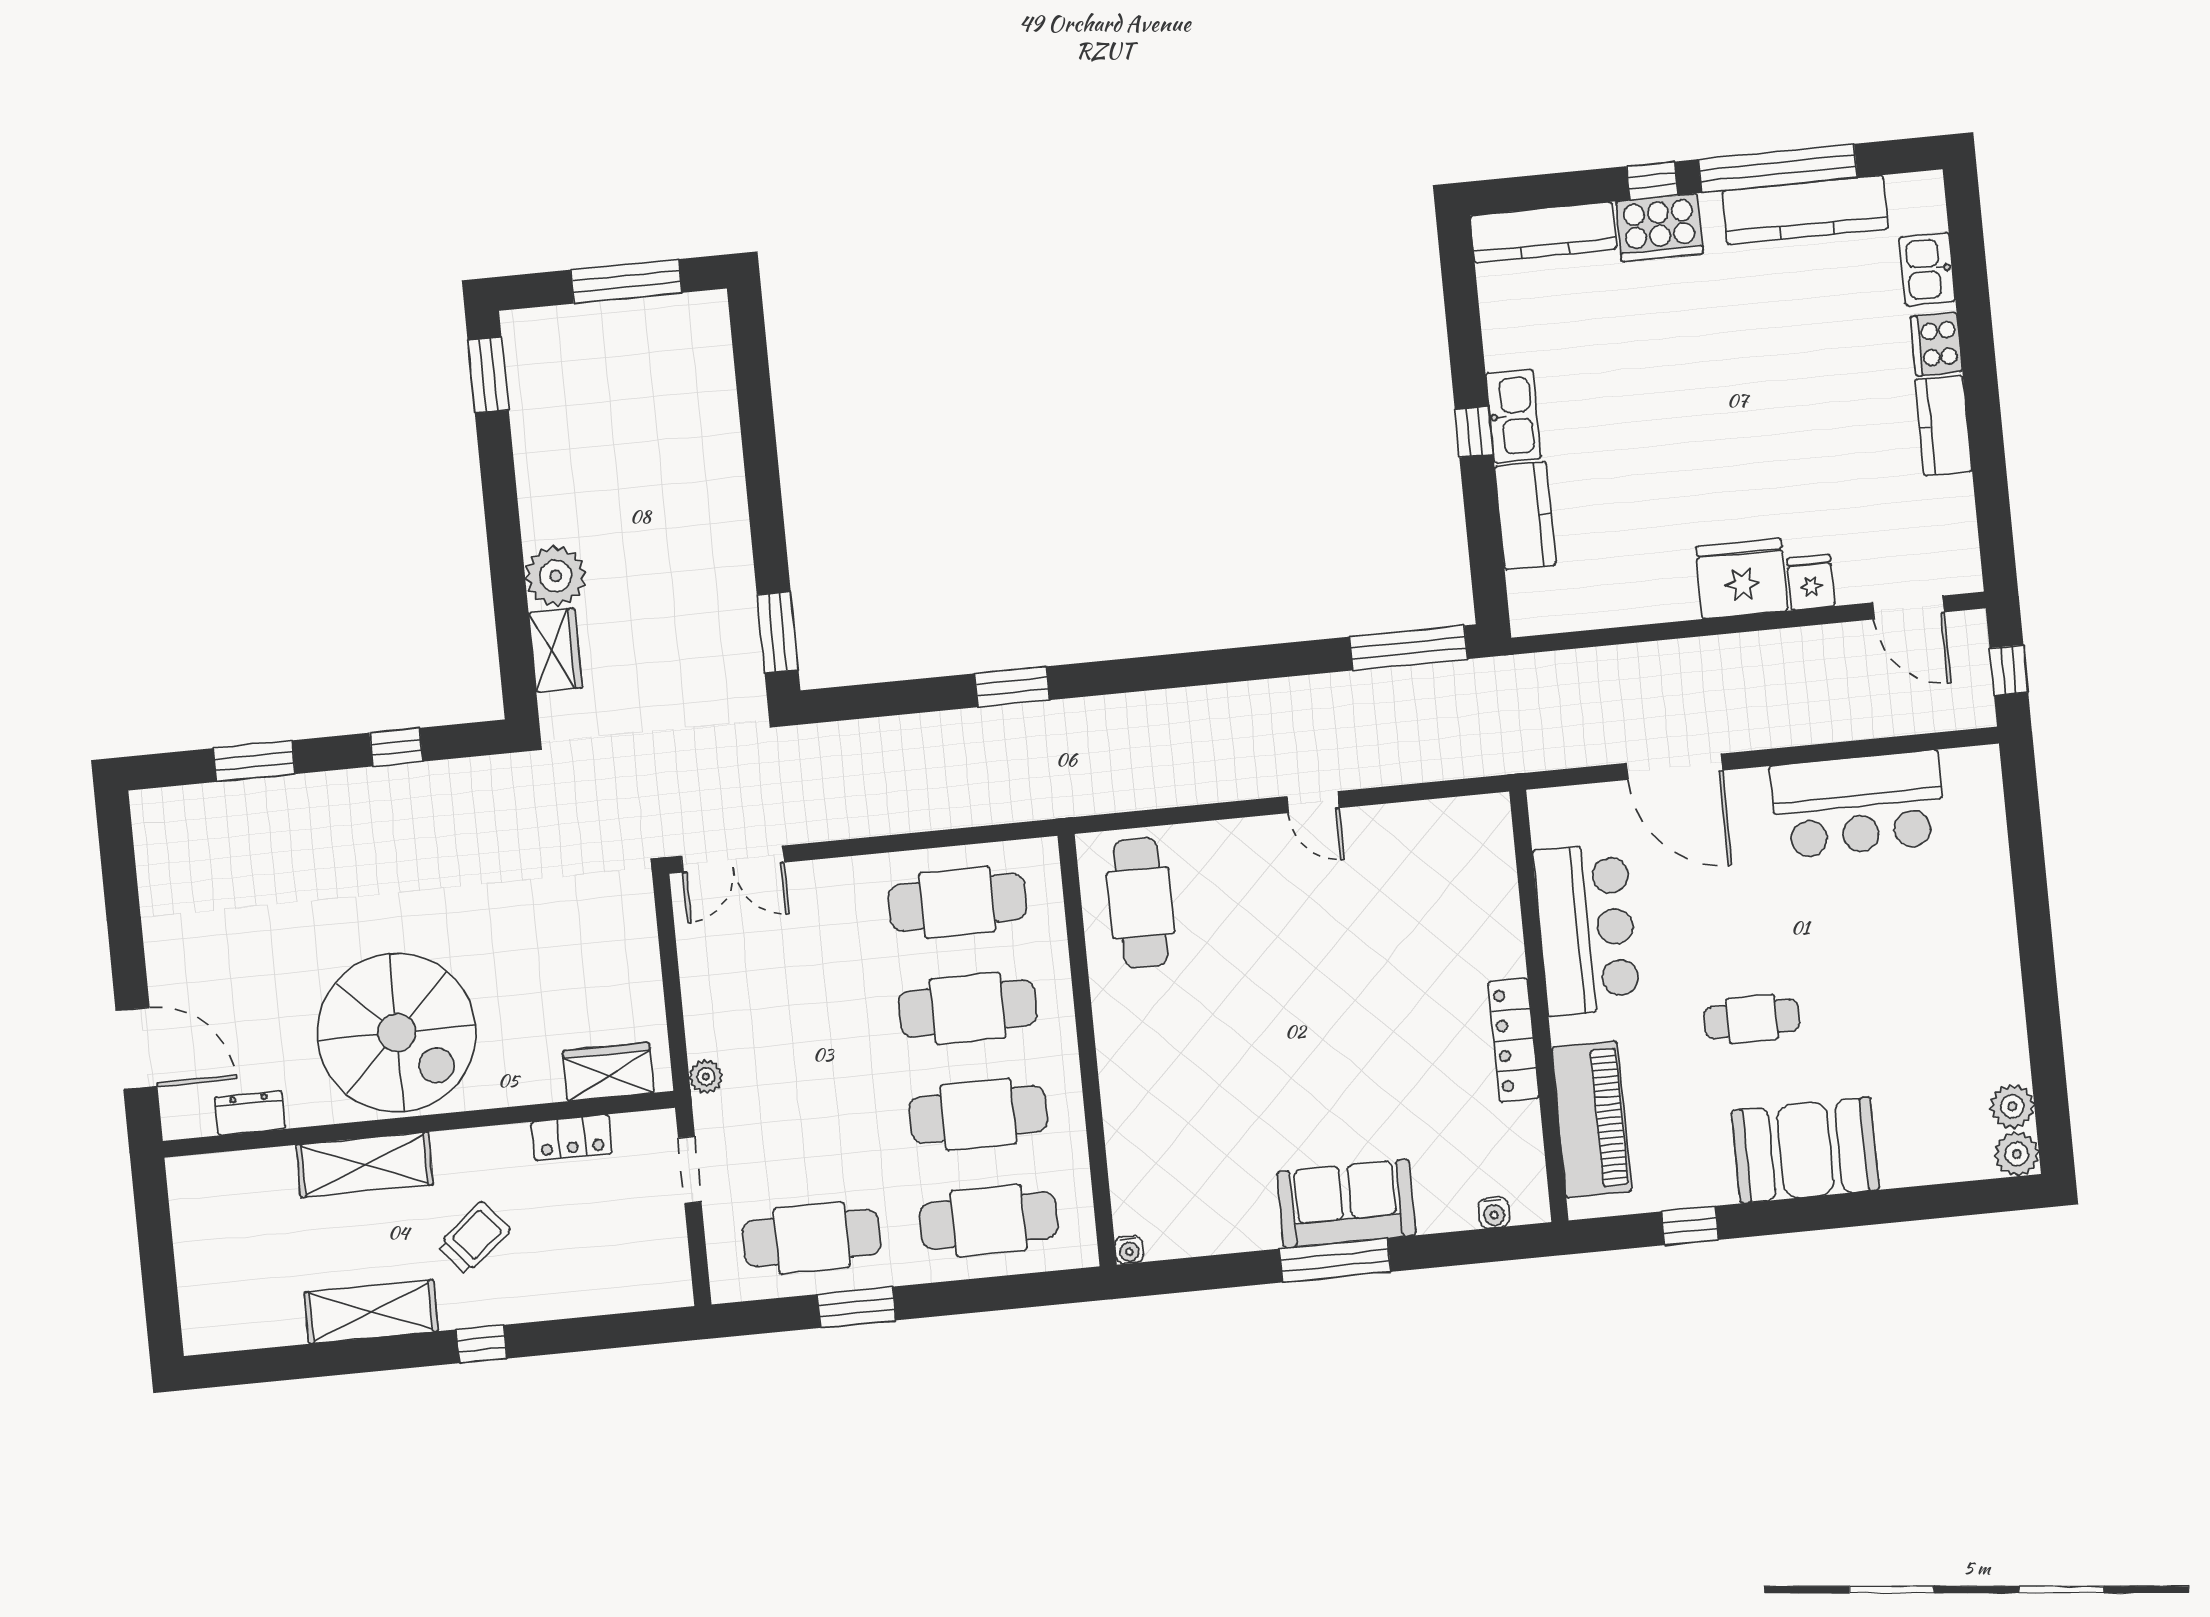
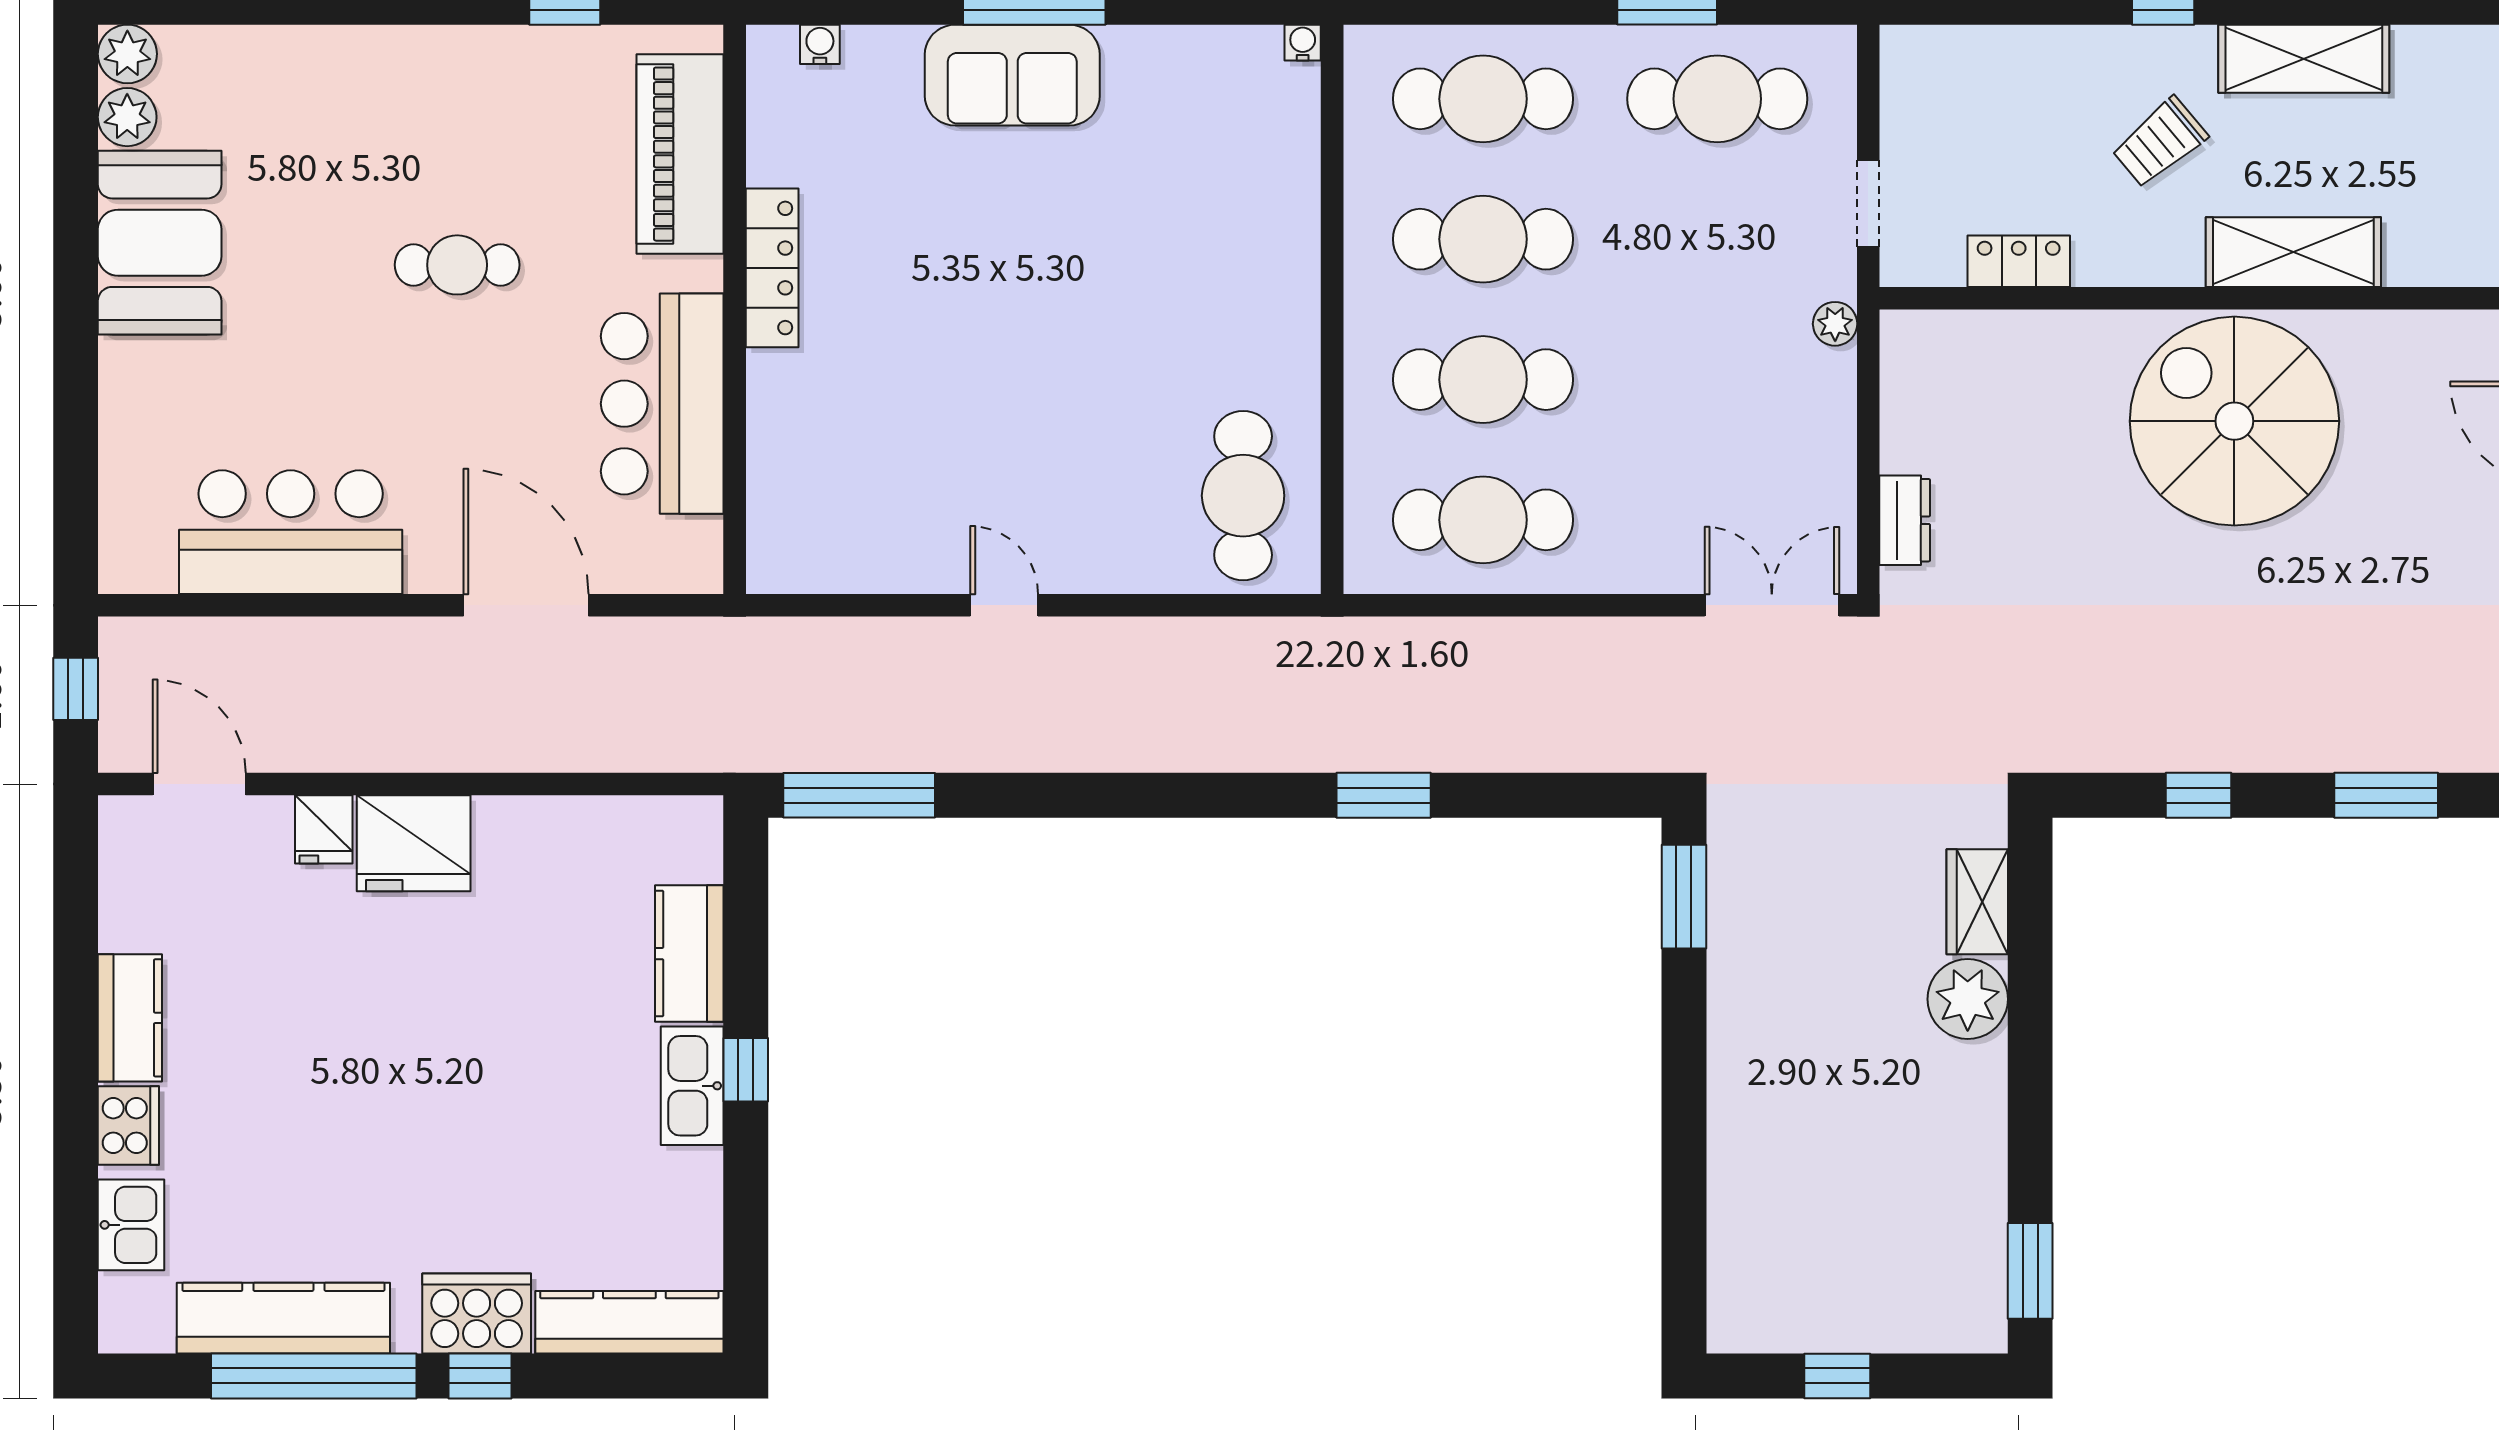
window: (626, 281) -> (1837, 1376), width x0.46
wardrobe: (608, 1072) -> (1962, 343), removed
dresser: (250, 1113) -> (1905, 520), moved, turned -90
booth: (1805, 1150) -> (160, 243), moved, turned 90

